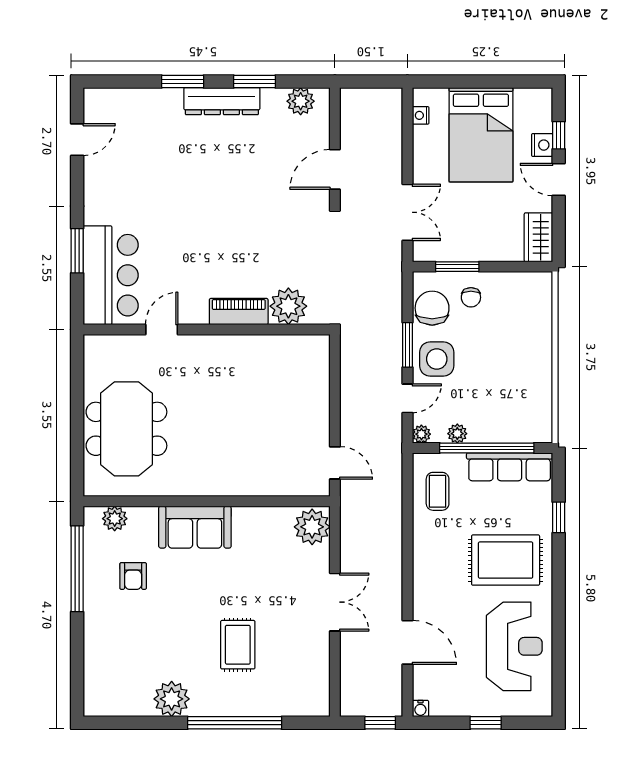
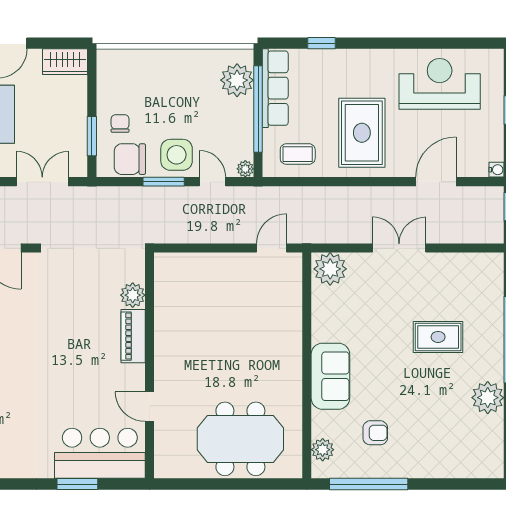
chair: (471, 297) -> (120, 123), turned -90
plant: (288, 306) -> (133, 295), width x0.73, depth x0.73
plant: (457, 434) -> (237, 80), moved, width x1.88, depth x1.88
rug: (506, 560) -> (362, 133), moved

